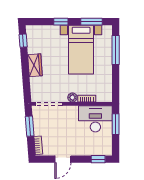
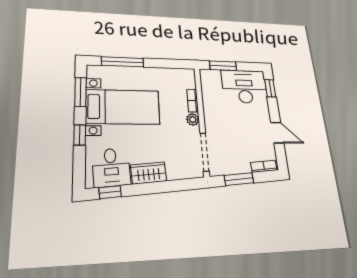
desk: (39, 41) -> (111, 167), added
desk: (95, 119) -> (244, 87), moved, turned 90

